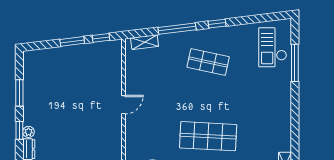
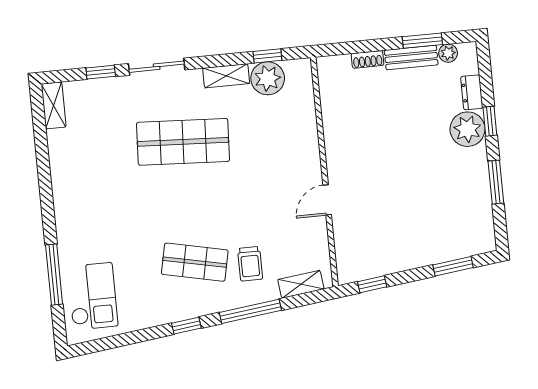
window: (72, 41) -> (453, 266), moved
trolley: (174, 58) -> (250, 264), added
door: (123, 105) -> (327, 200), moved
plant: (28, 132) -> (467, 129), width x1.88, depth x1.88

